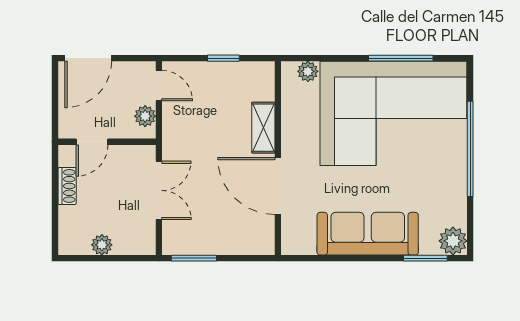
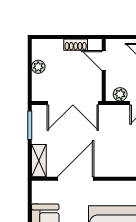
shelving: (263, 128) -> (39, 161), moved, turned 90
double door: (159, 190) -> (73, 103), width x1.37

